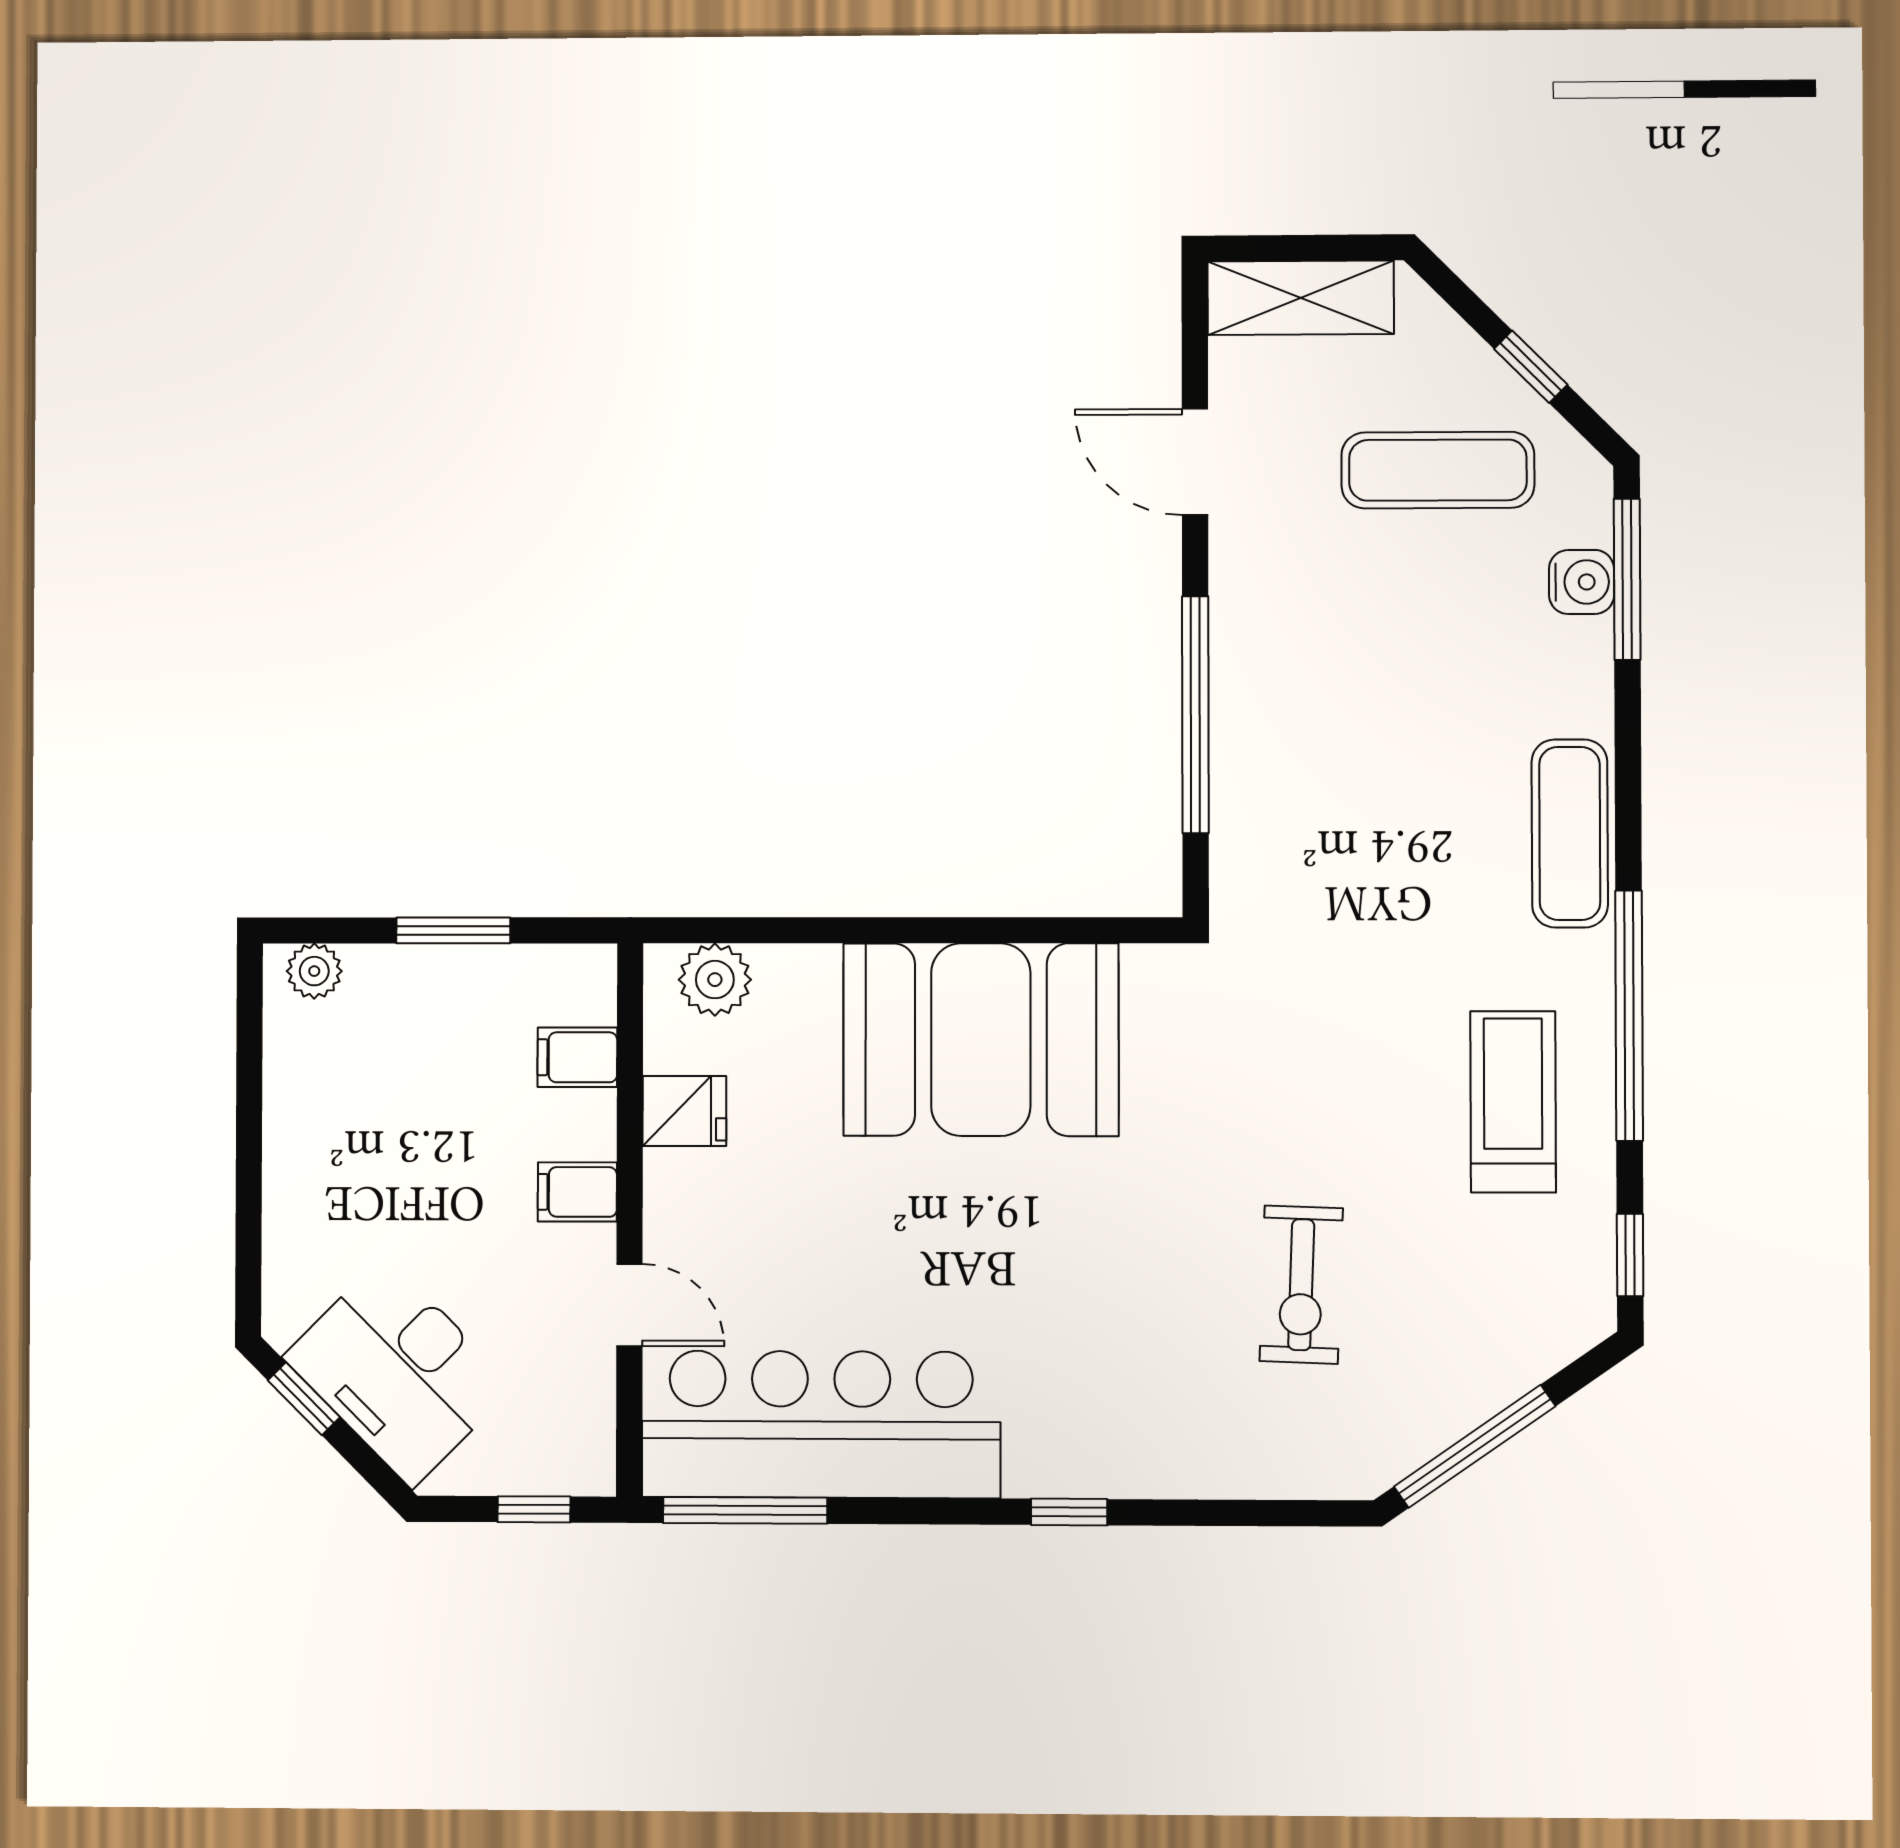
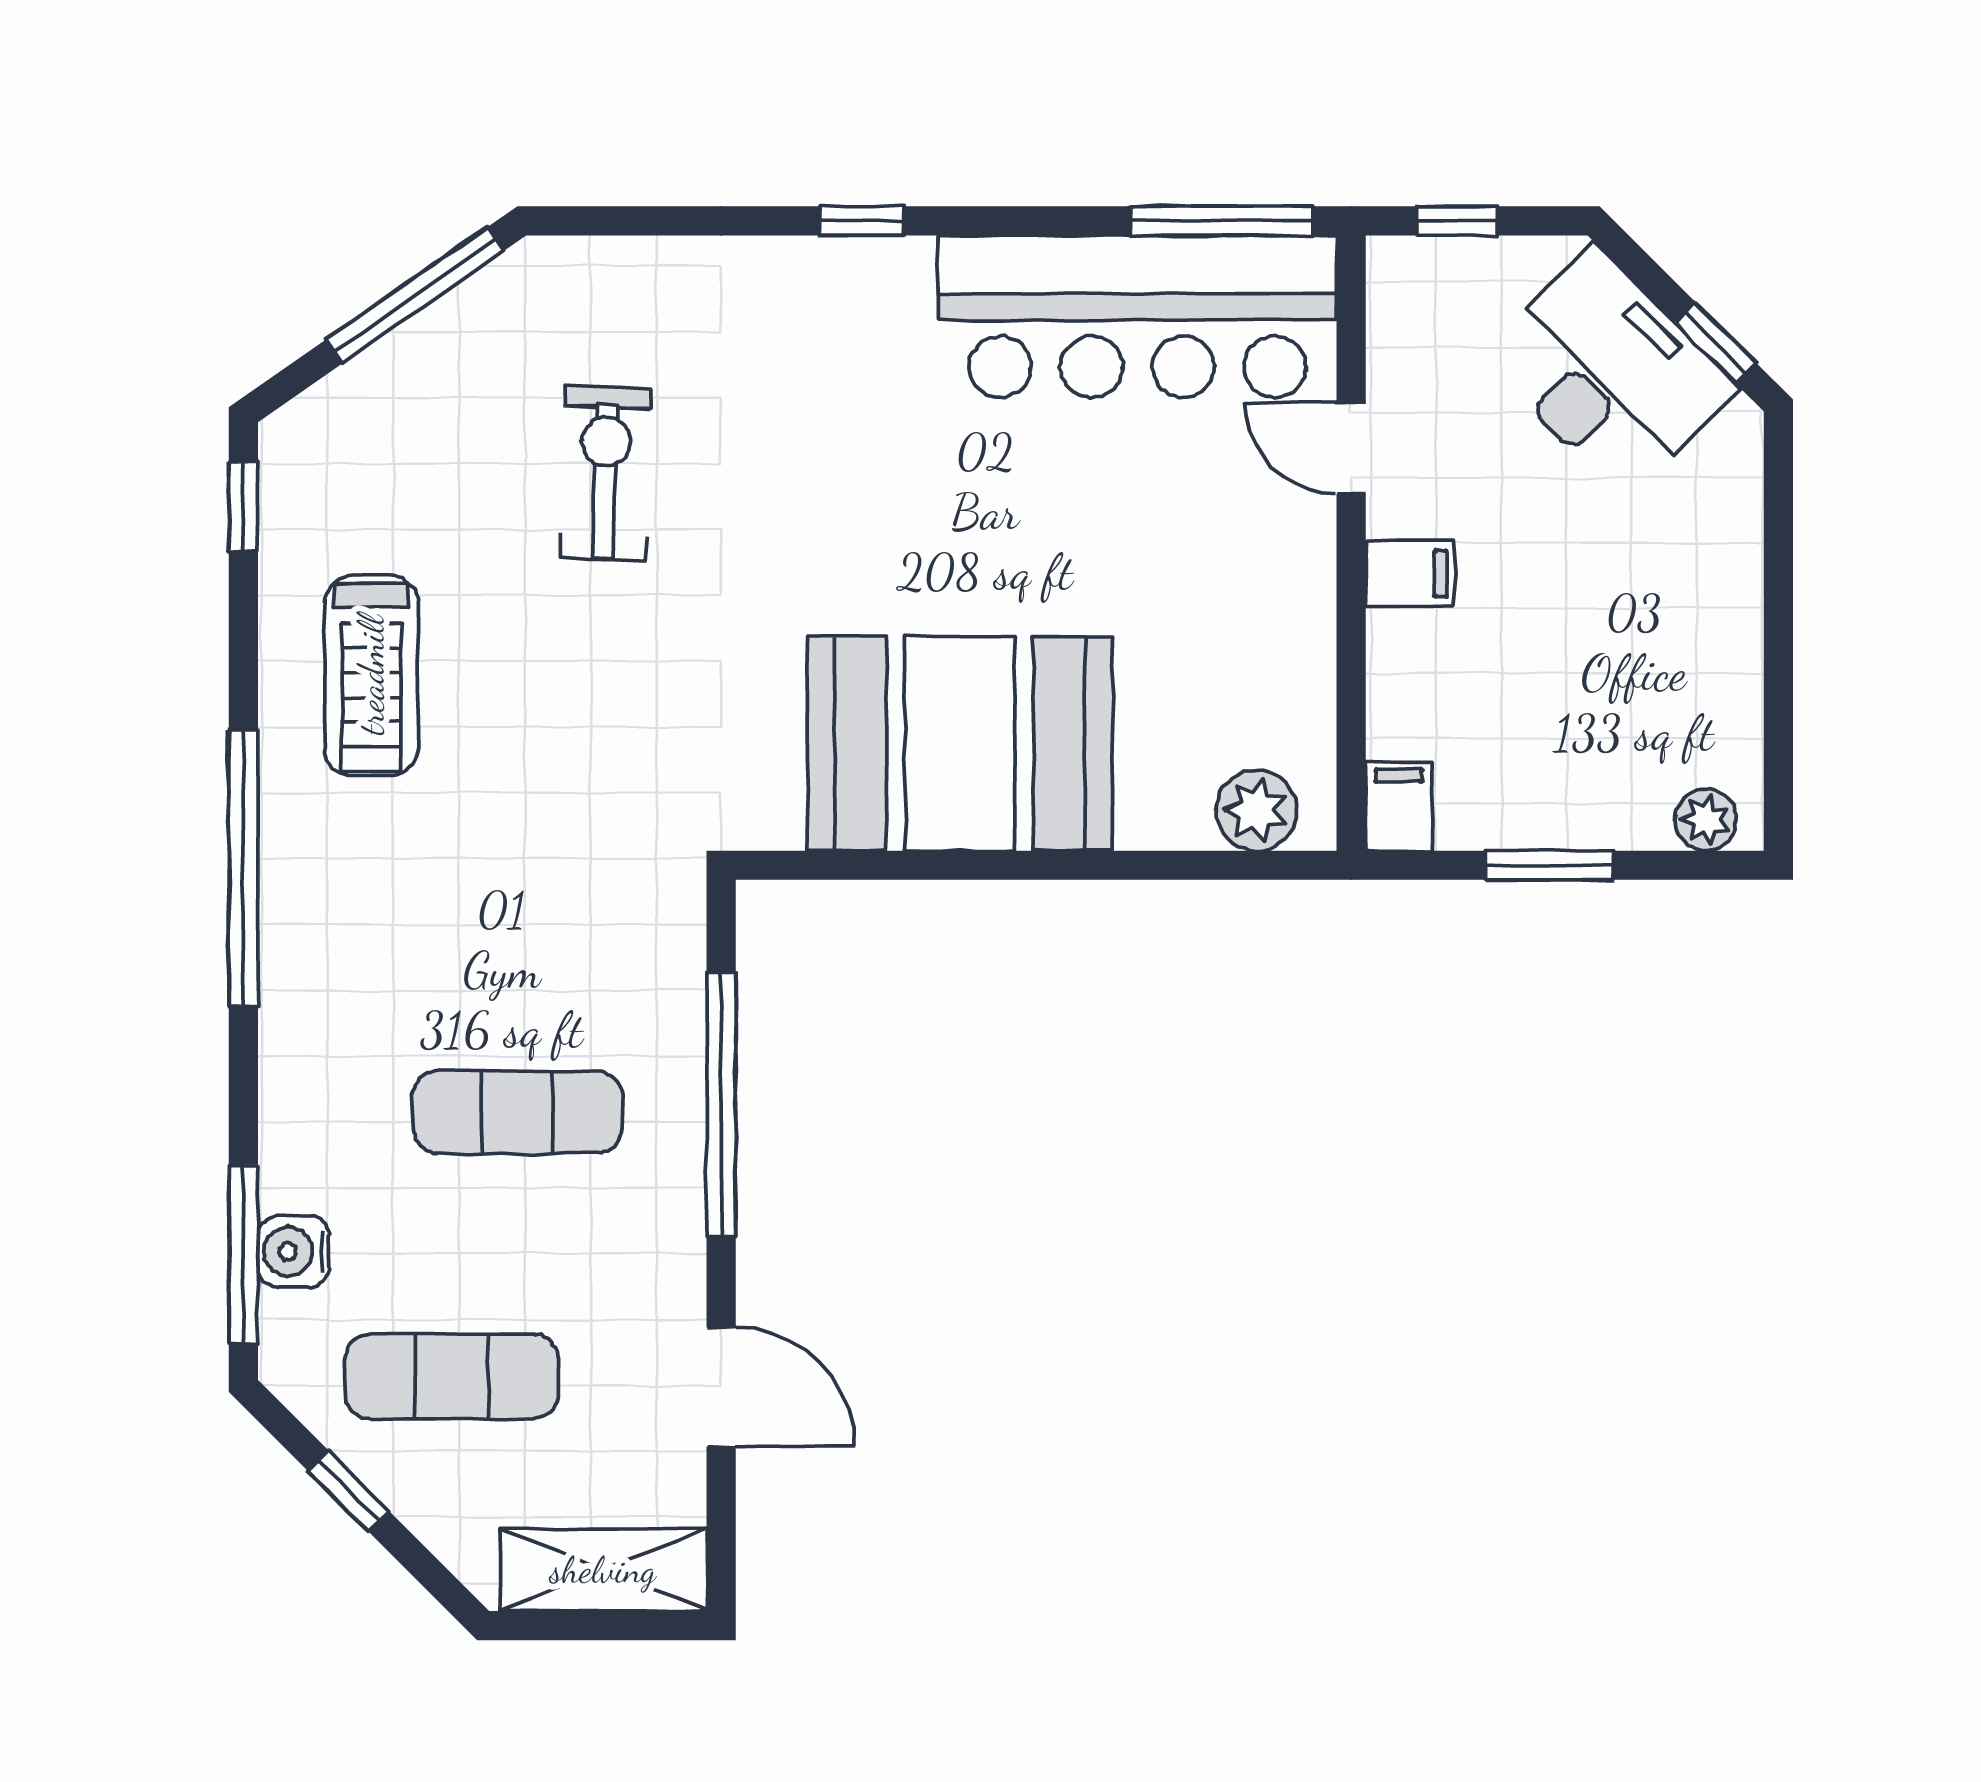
exercise mat: (1570, 833) -> (517, 1112), moved, turned 90
window: (1629, 1016) -> (243, 868), moved
filing cabinet: (577, 1057) -> (1399, 806), moved, turned -90
fridge: (684, 1111) -> (1290, 664), removed

